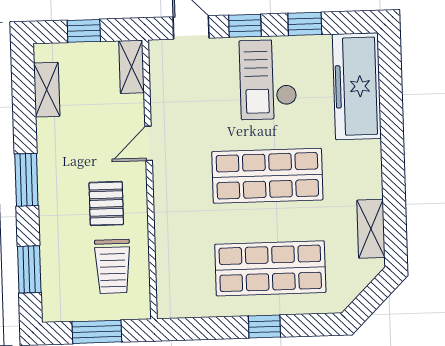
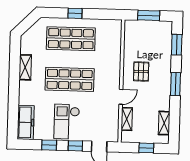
shelving: (131, 67) -> (127, 119), moved
checkout: (268, 79) -> (67, 122), turned 180
freezer: (357, 86) -> (26, 122), width x0.73, depth x0.79
shelving: (371, 229) -> (25, 67), moved
trolley: (113, 266) -> (140, 44), removed

